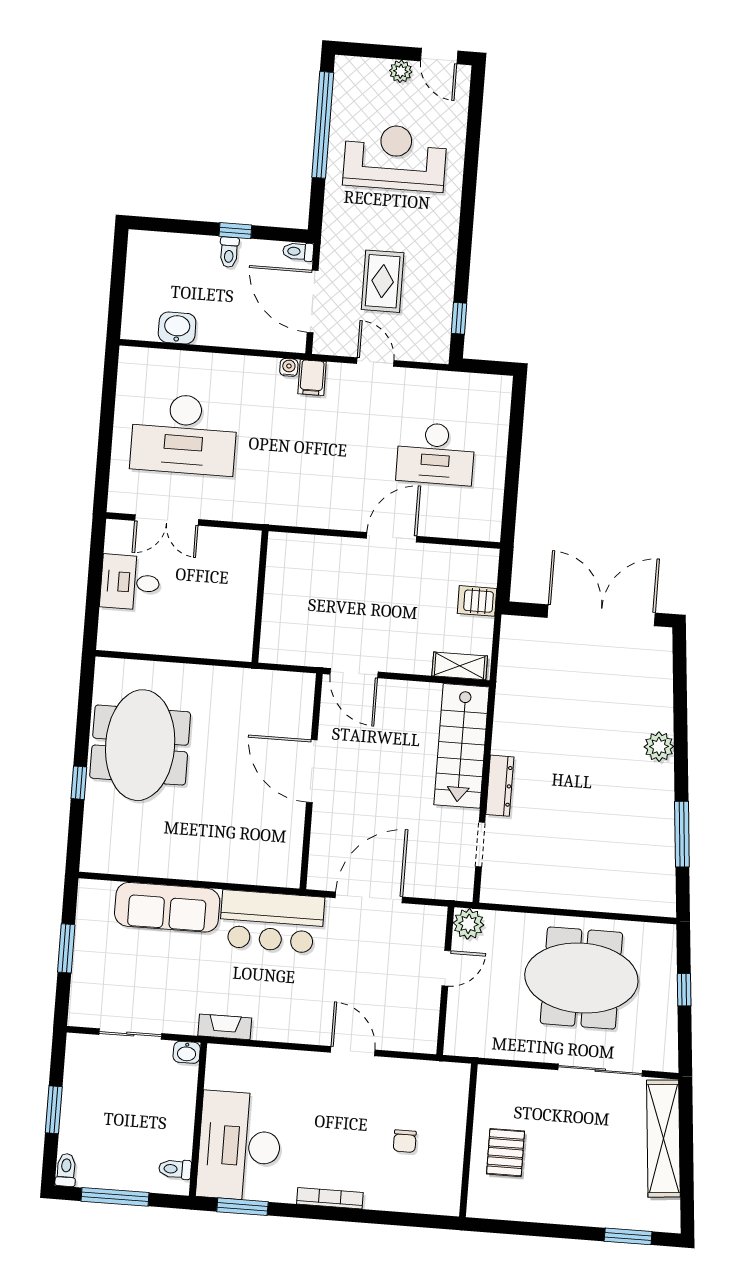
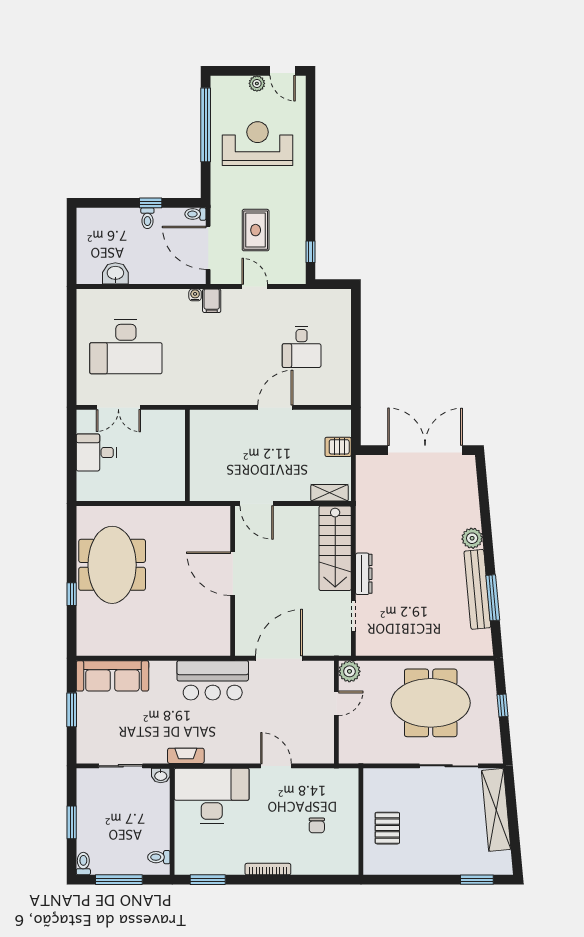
desk: (436, 454) -> (302, 347), width x0.73
bench: (661, 821) -> (477, 589), added
sofa: (167, 907) -> (112, 676), moved
desk: (239, 1146) -> (212, 796), moved, turned 90

